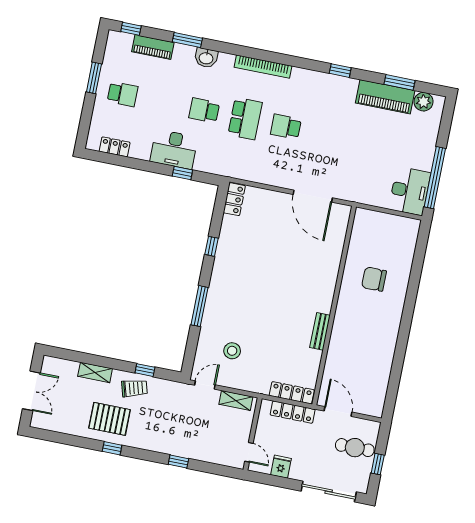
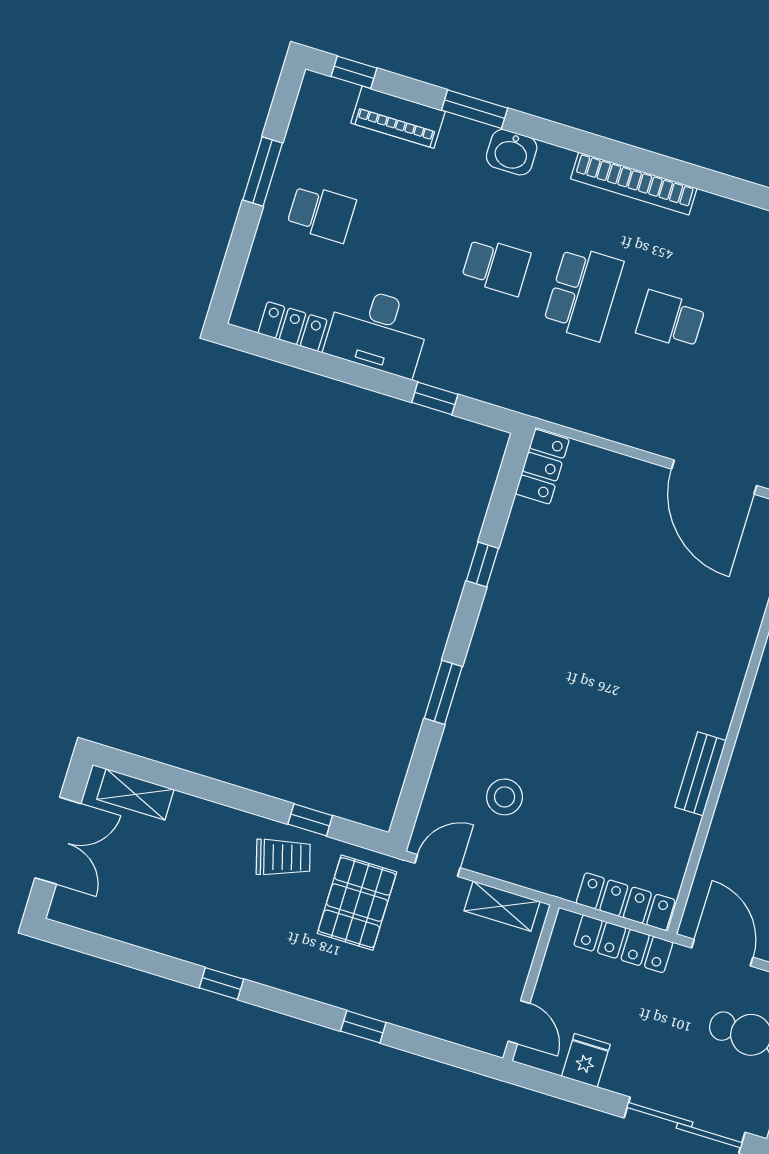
school desk: (204, 110) -> (496, 266), turned 180
desk: (174, 149) -> (378, 331), moved
window: (200, 306) -> (443, 692), width x0.69
shelving: (95, 372) -> (135, 794), moved
pallet: (110, 419) -> (357, 903), moved, turned 90

